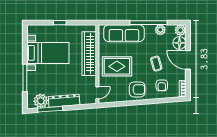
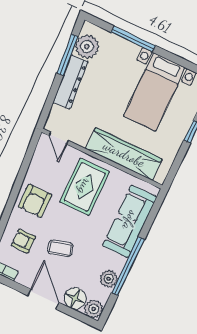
door: (188, 60) -> (43, 299), hinge flipped

